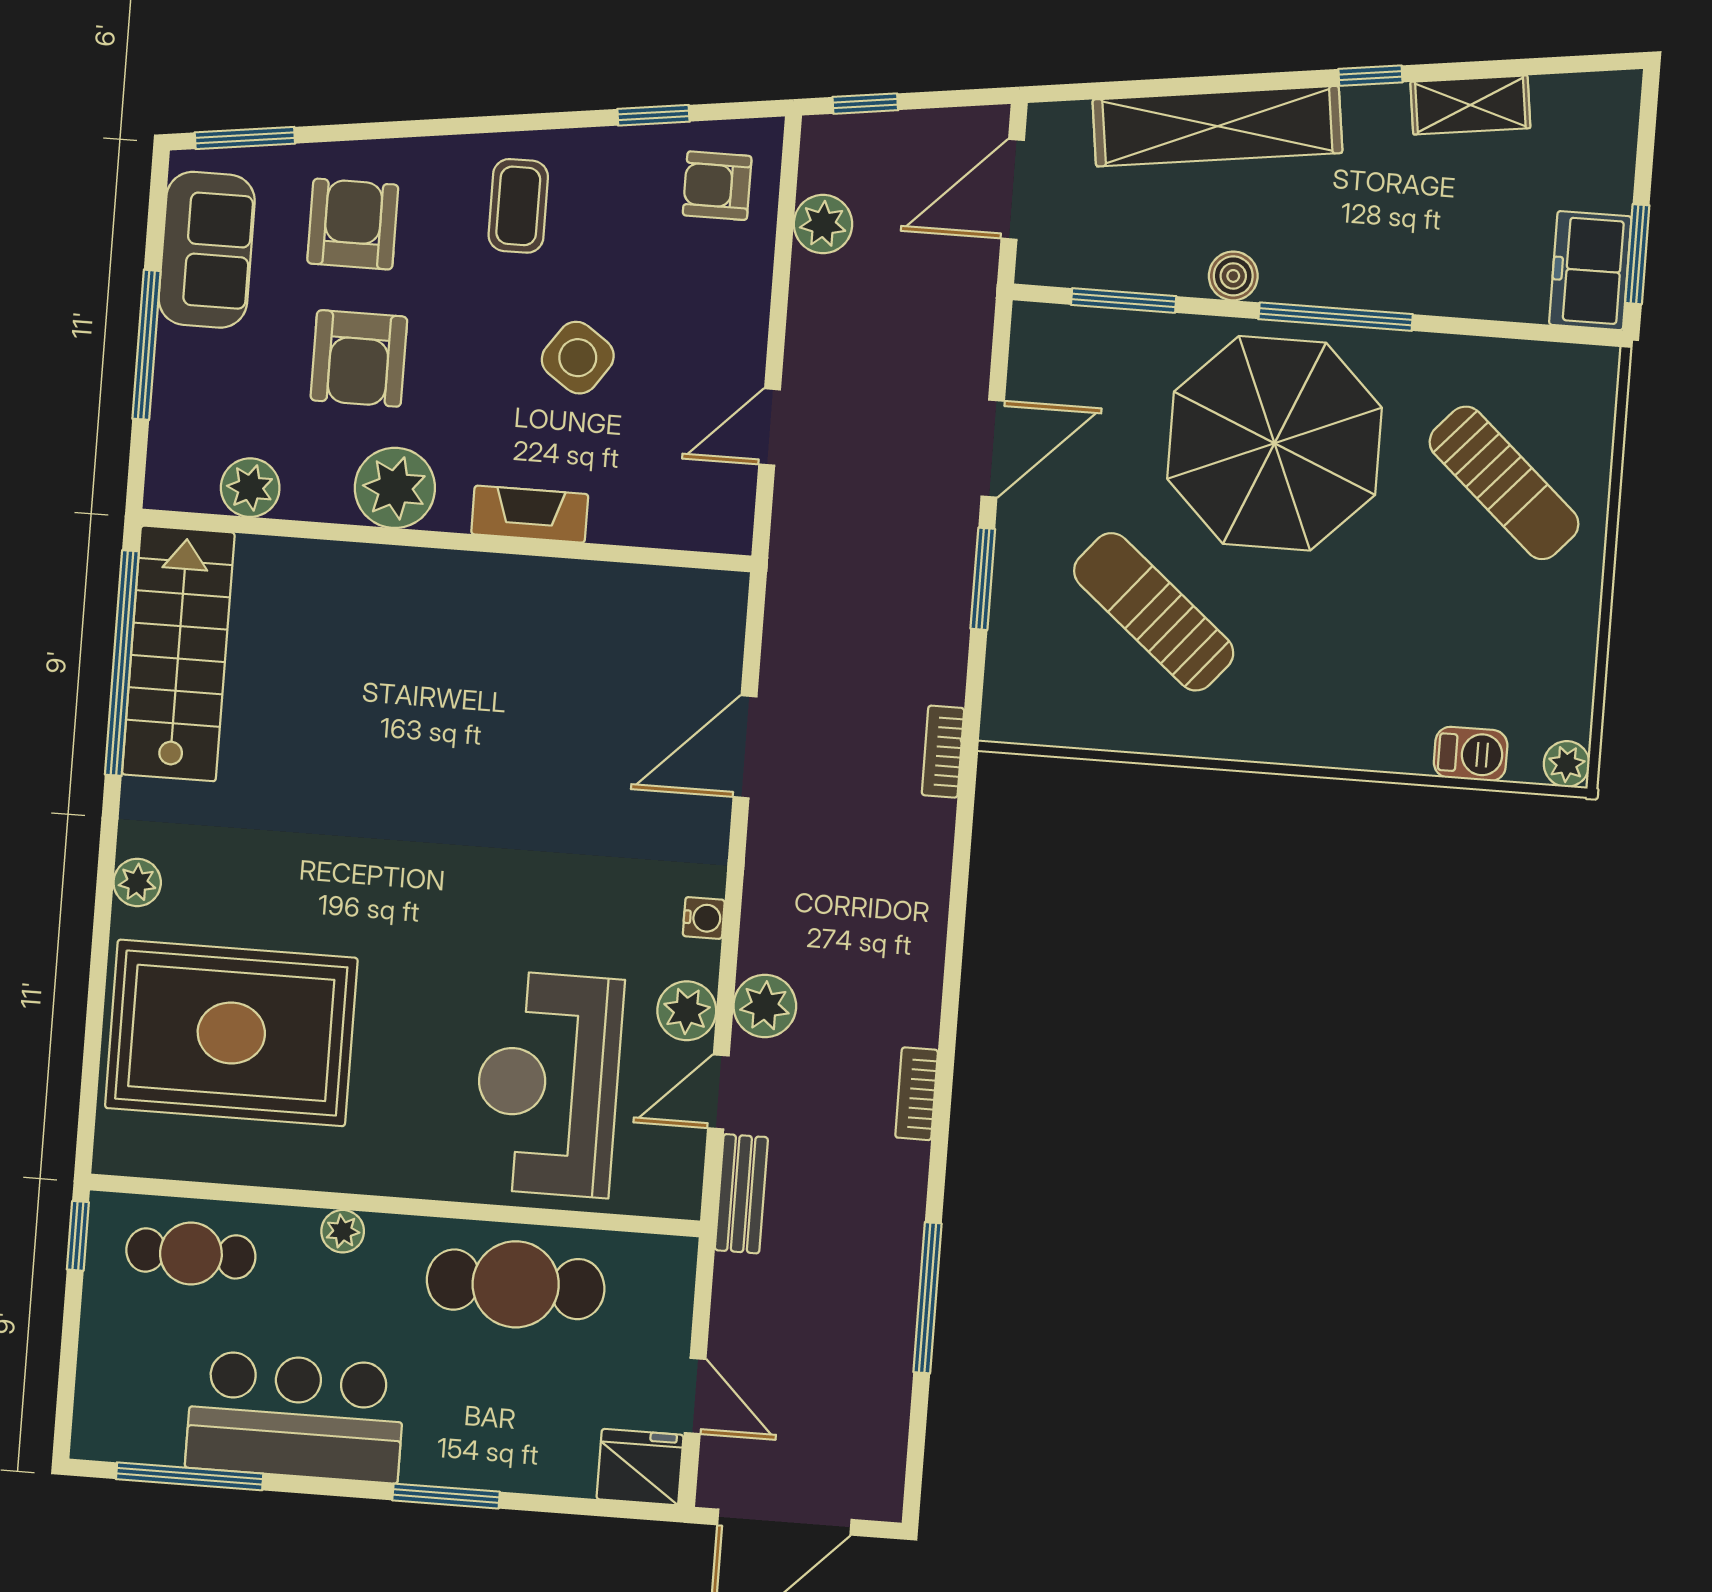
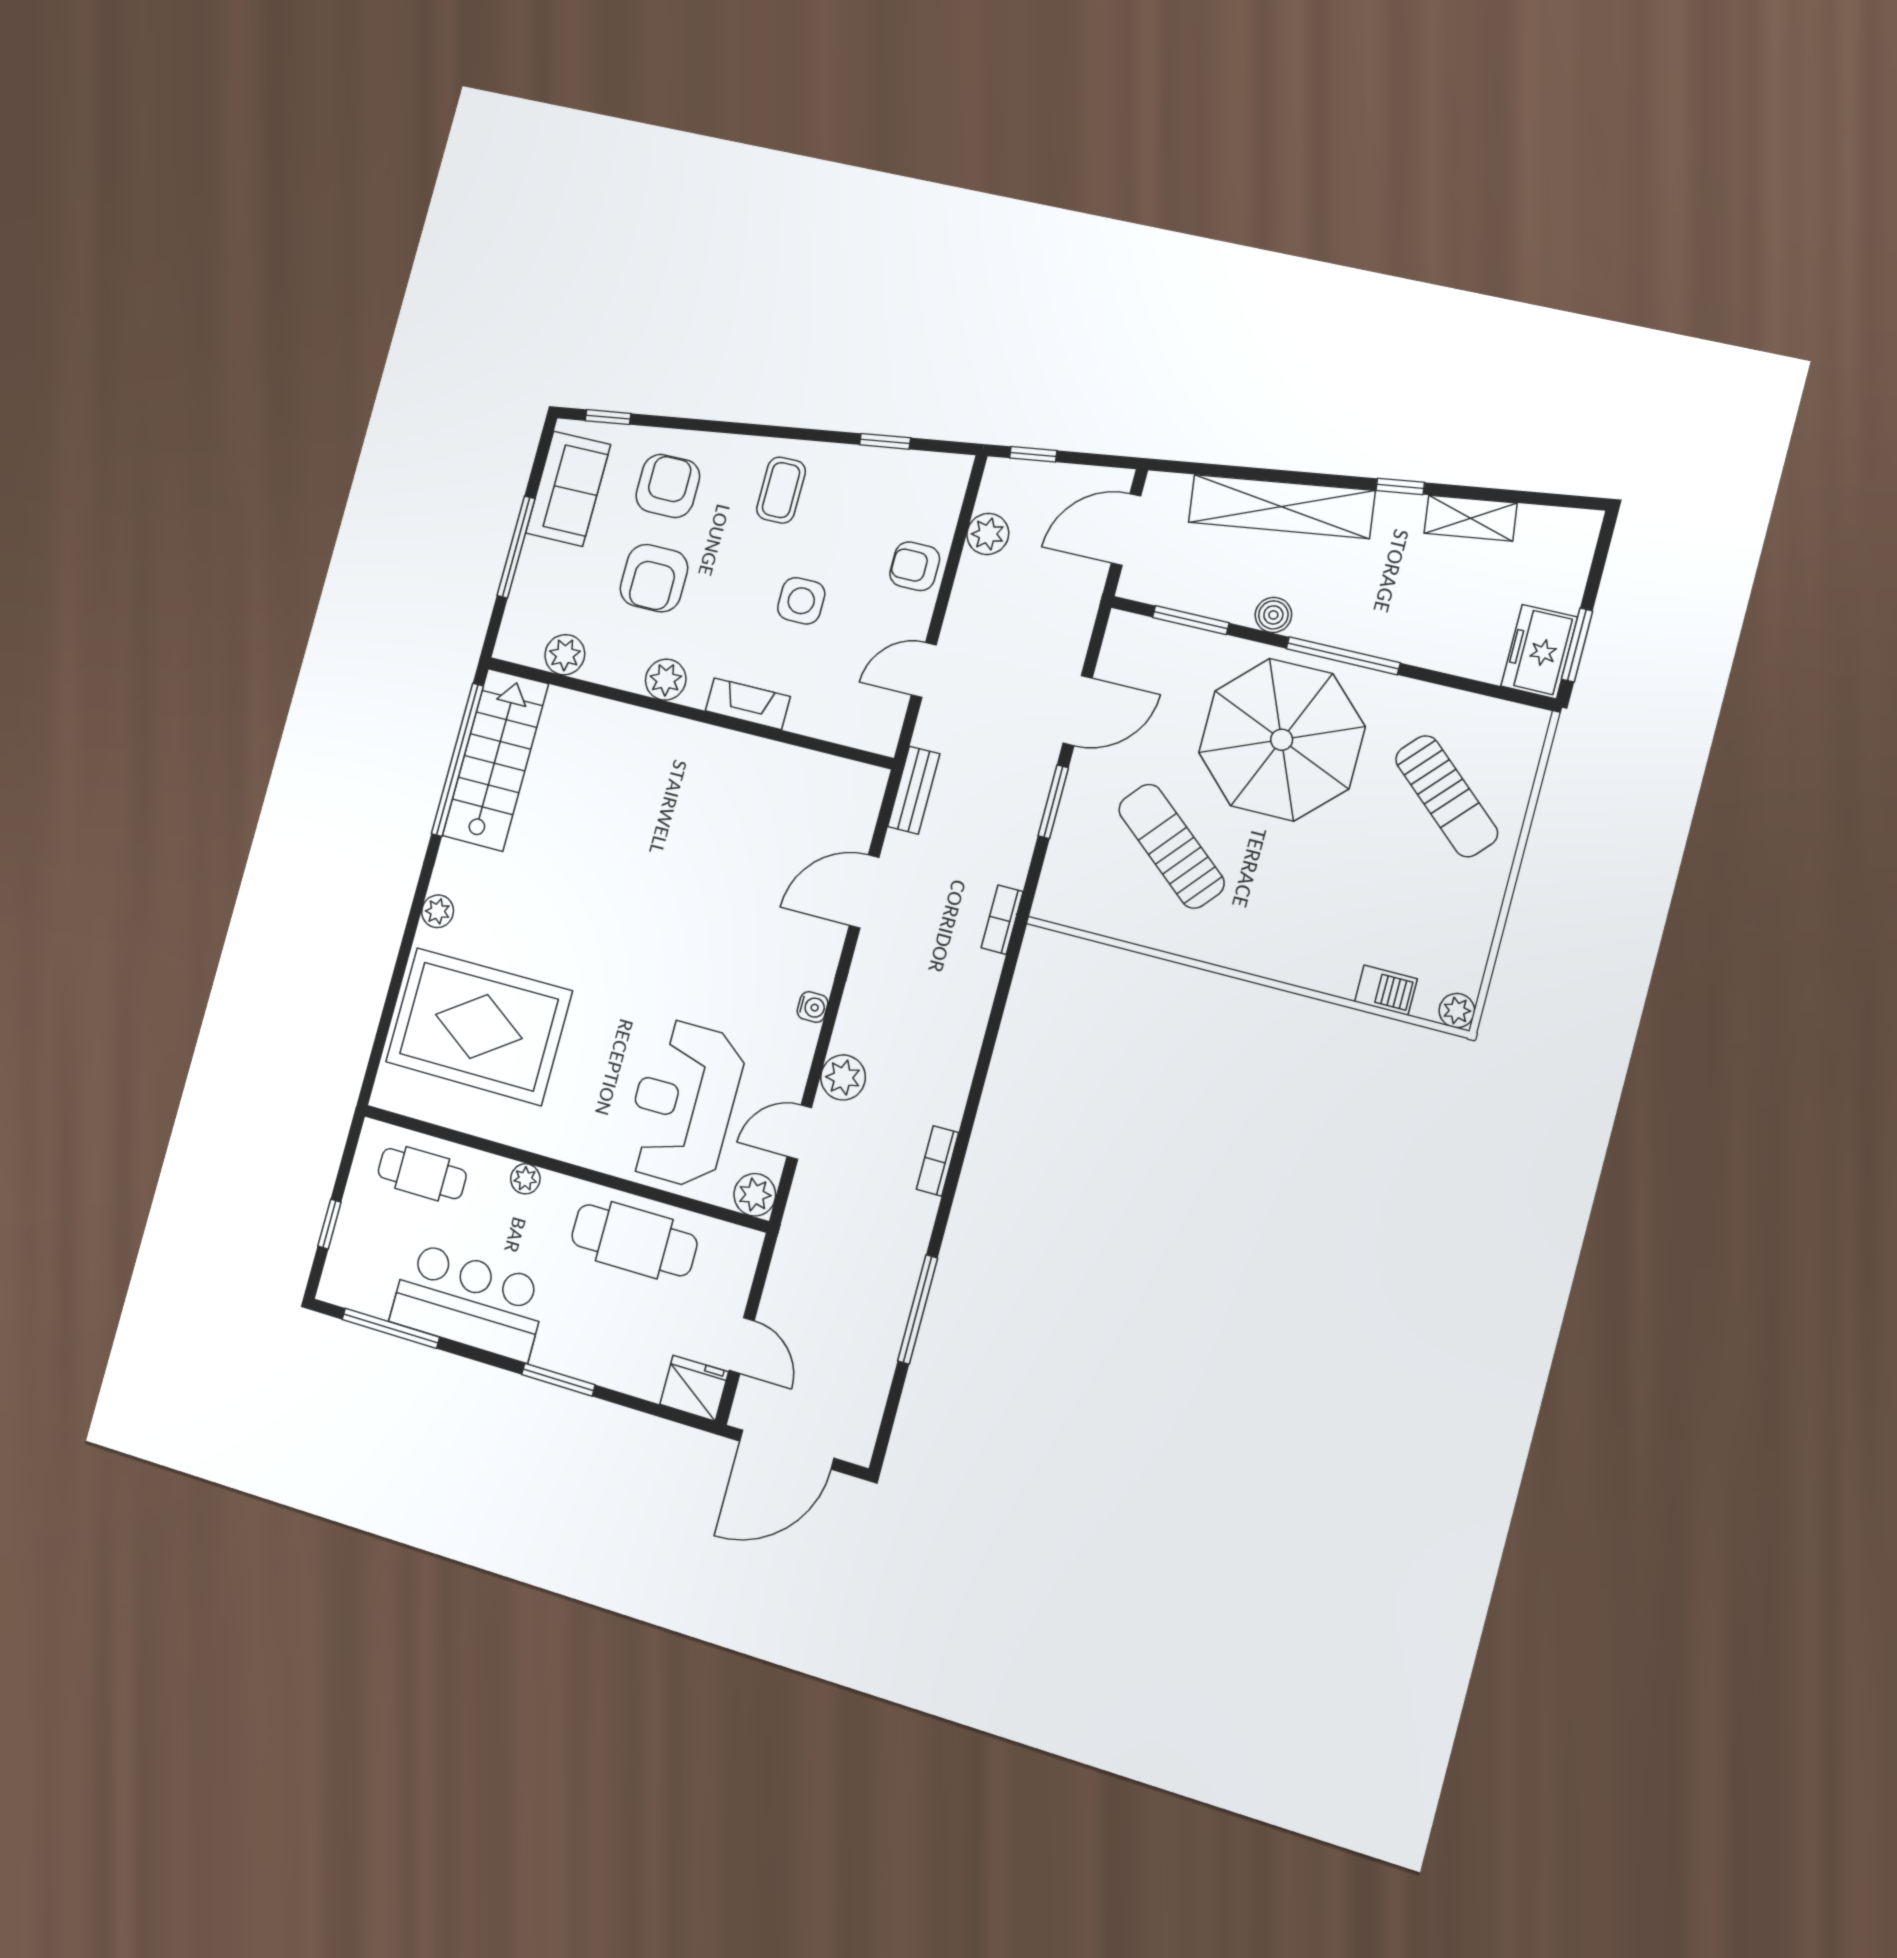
window: (245, 138) -> (608, 417), width x0.67
armchair: (717, 186) -> (915, 566), moved
side table: (578, 358) -> (801, 601), turned -35
plant: (395, 488) -> (666, 680), width x0.73, depth x0.73
plant: (687, 1011) -> (755, 1195), moved
bench: (741, 1194) -> (914, 790), moved
window: (78, 1236) -> (329, 1224), moved

